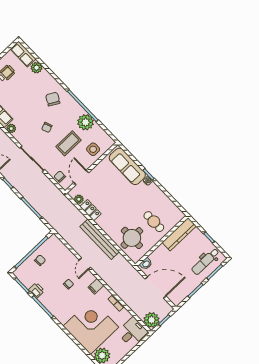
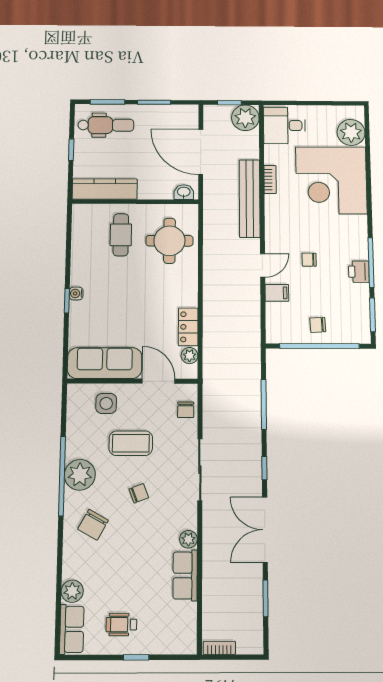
plant: (86, 122) -> (80, 475), moved
sofa: (127, 166) -> (105, 363), moved, turned -90
door: (81, 178) -> (159, 381), swing flipped
bench: (100, 239) -> (250, 198), moved
filing cabinet: (96, 286) -> (277, 293), moved
printer: (36, 290) -> (359, 272), moved

